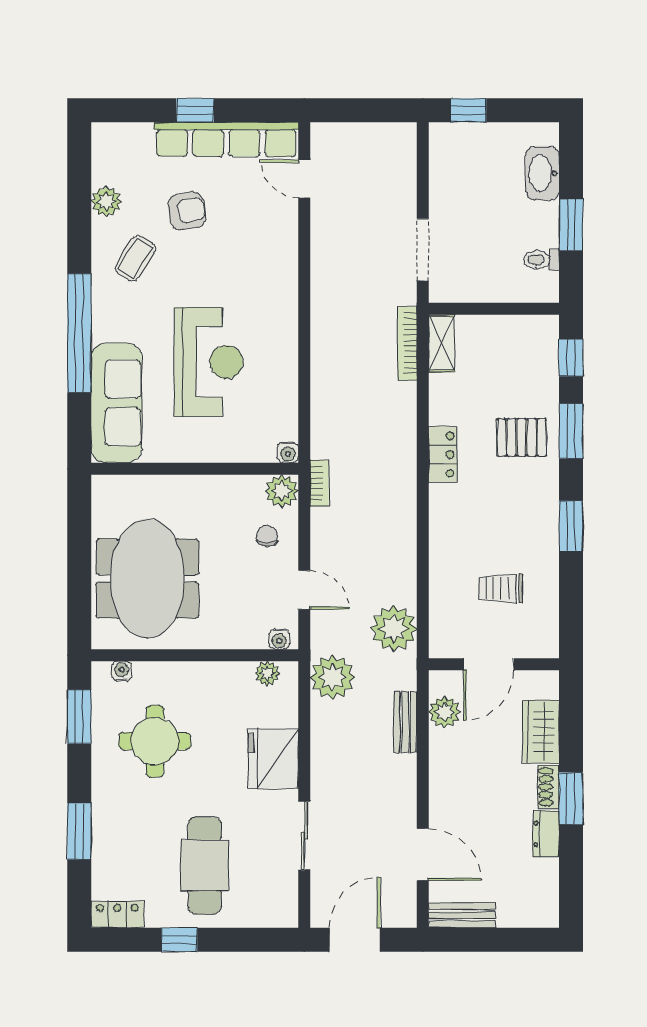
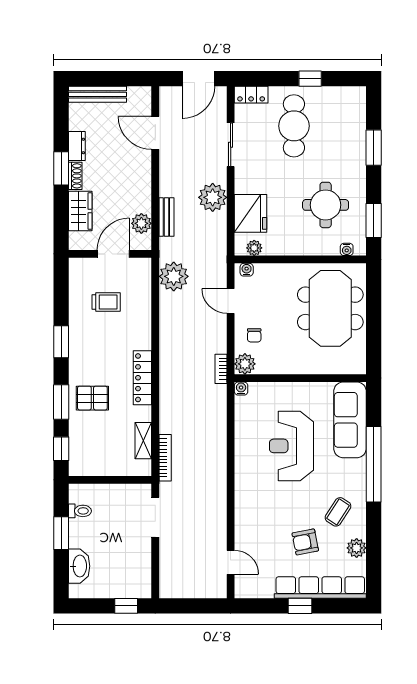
row of seats: (226, 139) -> (320, 588), moved
shelving: (442, 343) -> (143, 441), moved
locker: (443, 455) -> (142, 378), width x1.53
plant: (333, 677) -> (213, 197), moved
fridge: (273, 759) -> (250, 213), moved
locker: (117, 915) -> (251, 95), moved
bench: (462, 915) -> (98, 94), moved, width x1.36

